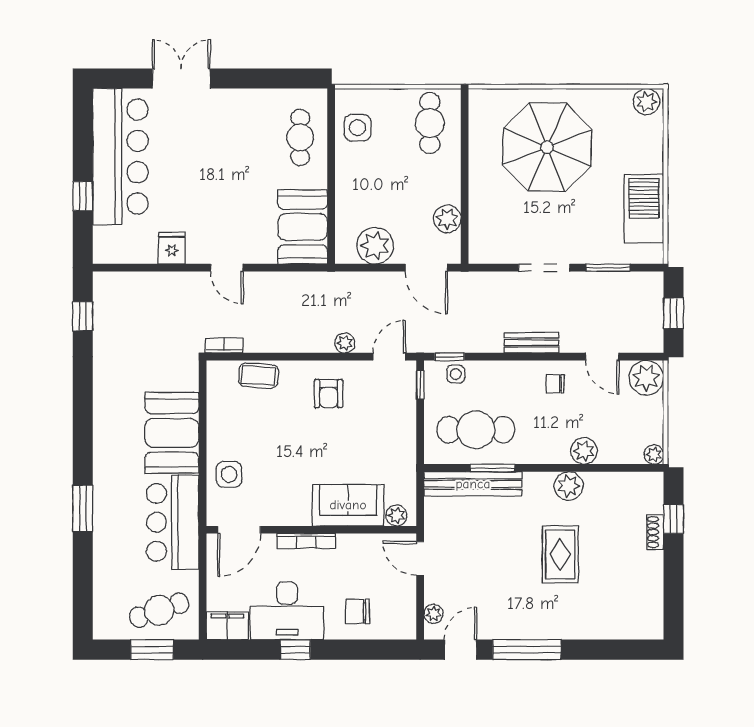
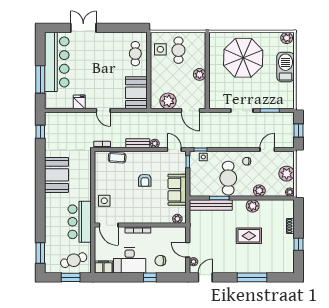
cafe table: (430, 123) -> (178, 50), moved
window: (83, 196) -> (40, 79), width x2.17
barbecue: (644, 209) -> (285, 67), moved
plant: (447, 219) -> (200, 74), moved
bench: (531, 343) -> (138, 143), moved
door: (389, 357) -> (174, 149), hinge flipped
door: (602, 357) -> (267, 149), swing flipped
plant: (646, 378) -> (287, 174), moved
armchair: (328, 394) -> (145, 180), moved
cafe table: (476, 430) -> (228, 178), moved, turned 90
booth: (172, 433) -> (56, 175), moved
sofa: (348, 505) -> (177, 190), moved, turned -90
window: (83, 508) -> (40, 253), moved
window: (674, 519) -> (298, 244), moved
door: (239, 530) -> (109, 225), hinge flipped
rug: (560, 554) -> (249, 236), turned 90
door: (420, 558) -> (188, 250), moved
window: (295, 650) -> (150, 277), moved
window: (527, 650) -> (252, 277), moved

